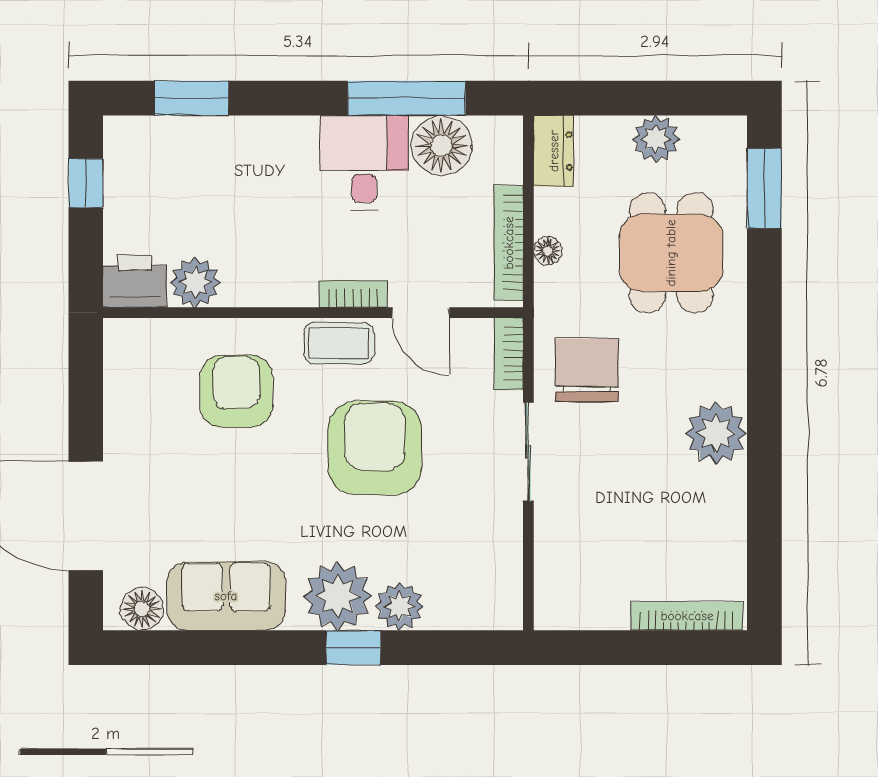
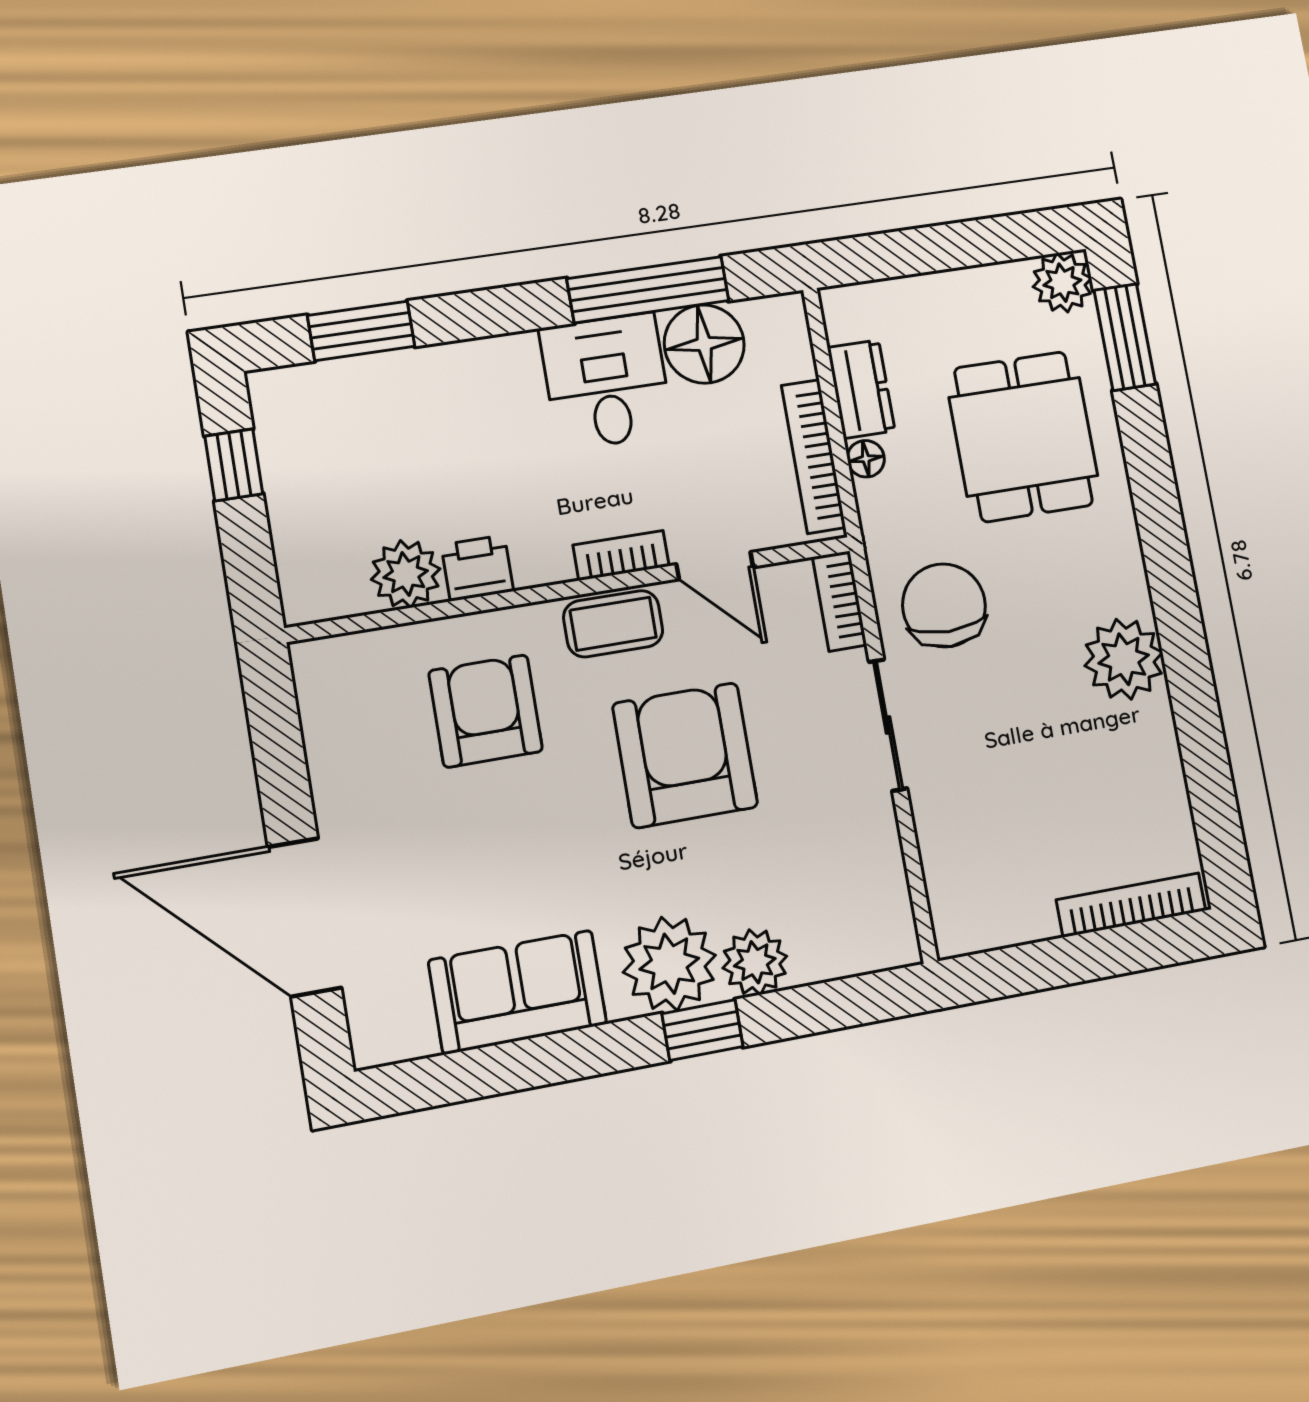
plant: (656, 139) -> (1062, 283), moved
dresser: (554, 151) -> (861, 389), moved
printer: (135, 281) -> (477, 568), moved, width x0.73, depth x0.81
floor lamp: (142, 609) -> (404, 1032), removed

